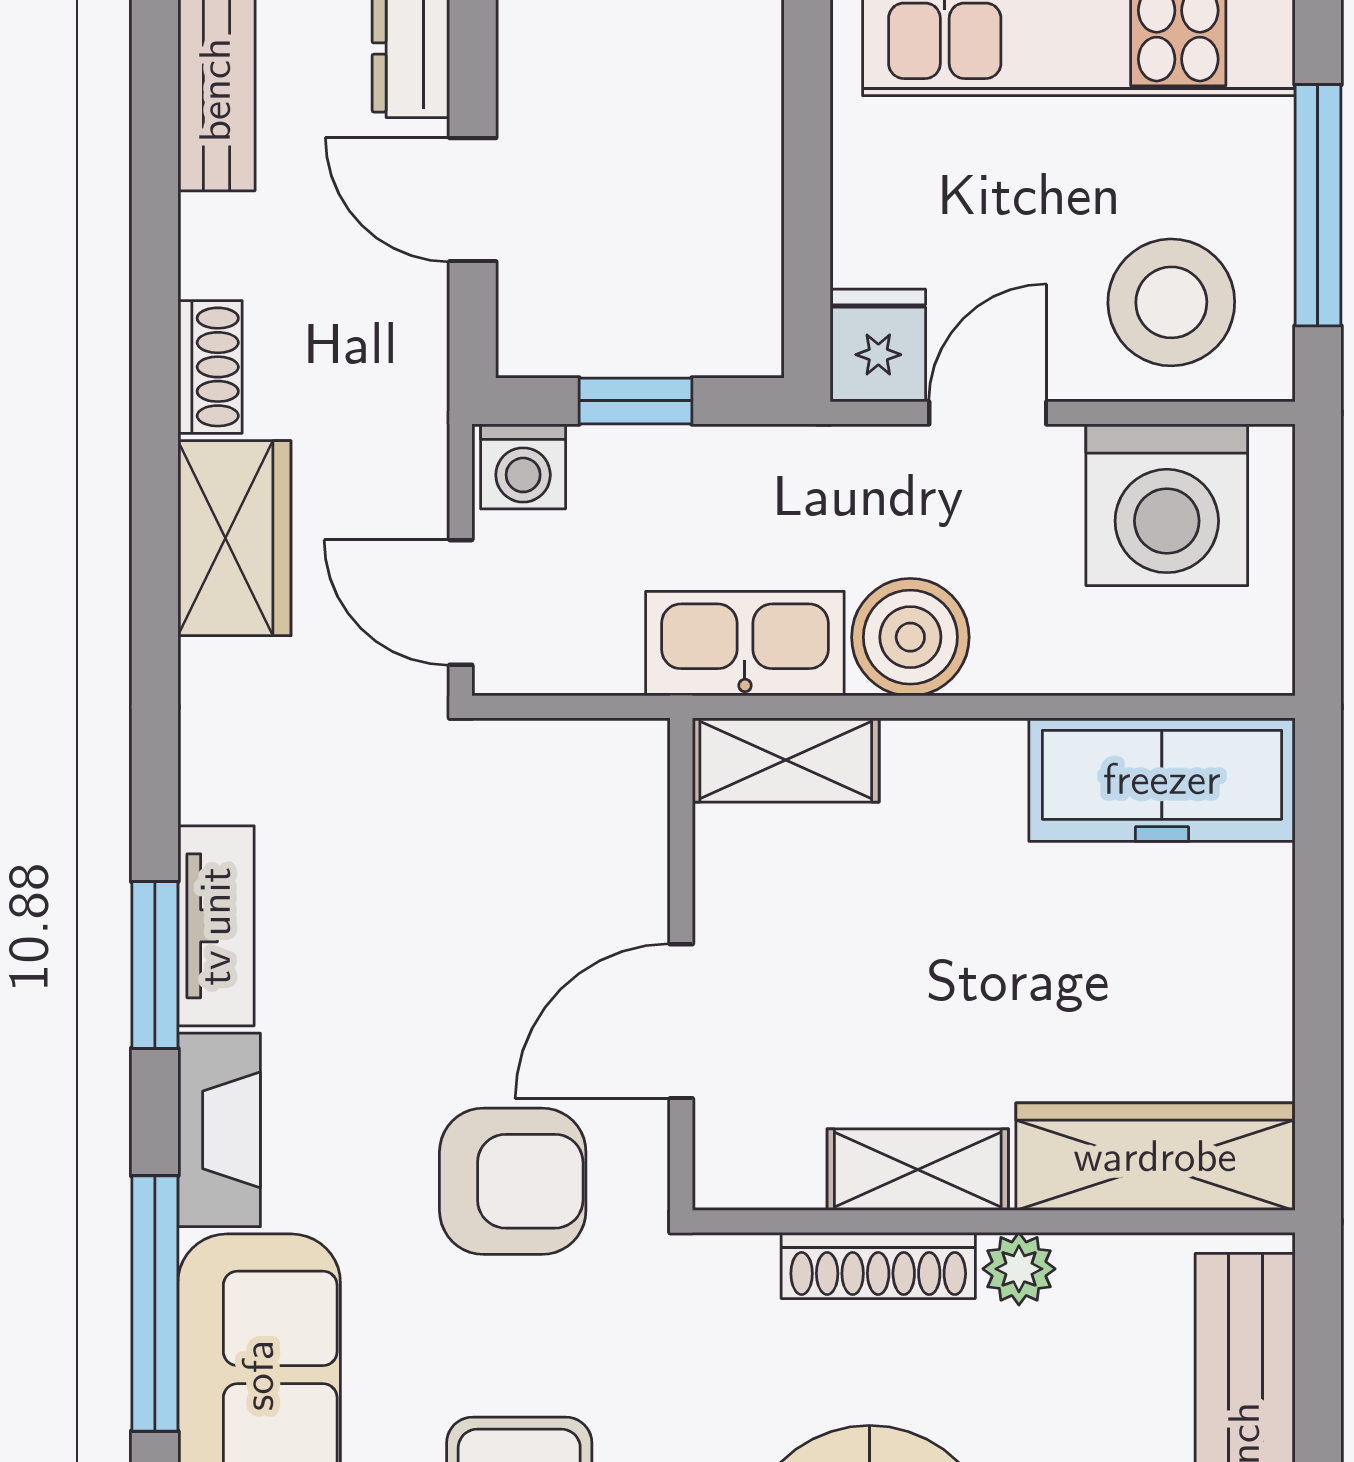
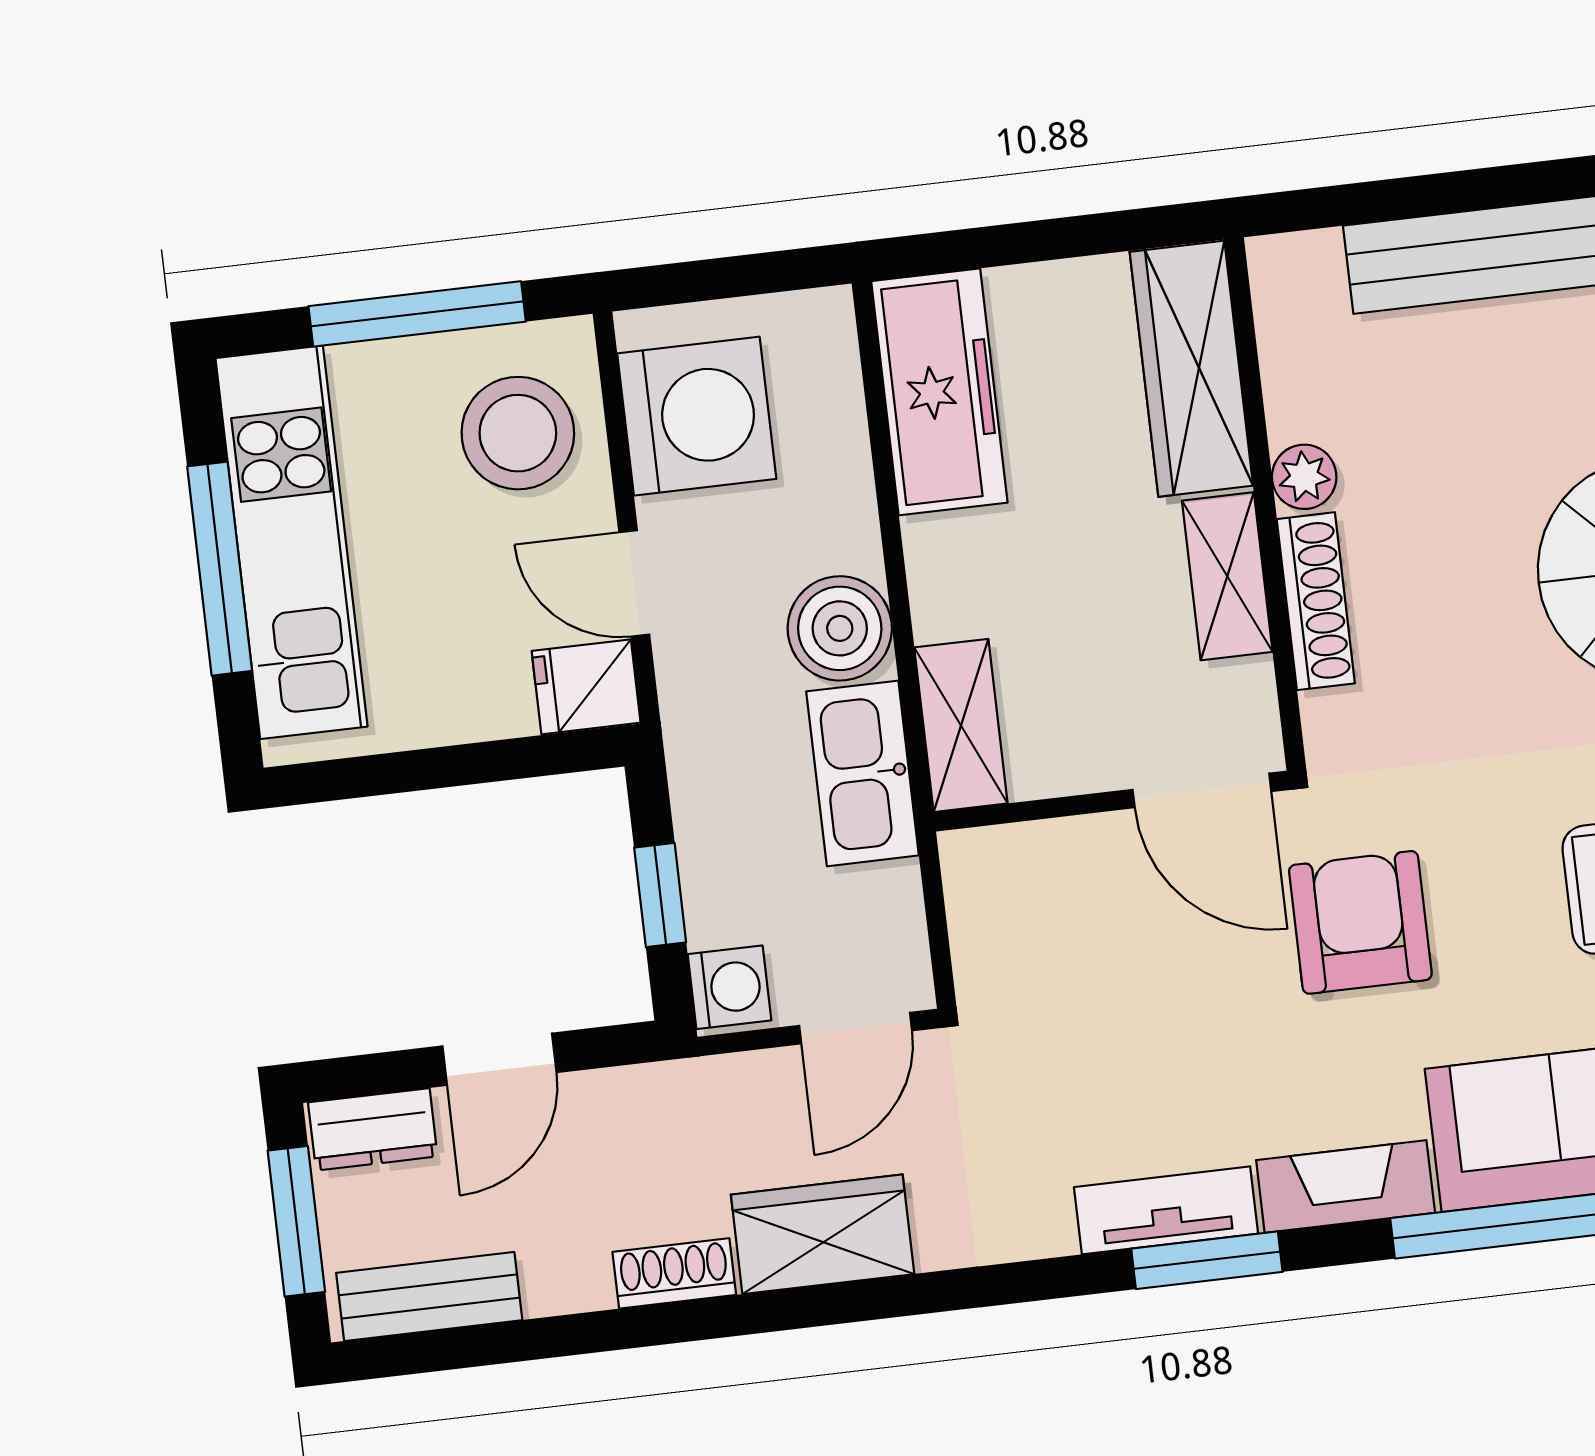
wardrobe: (1155, 1157) -> (1191, 369), moved
shelving: (918, 1170) -> (1227, 576), moved
wall: (994, 1221) -> (1265, 504), moved
shoe rack: (878, 1266) -> (1316, 601), moved
plant: (1019, 1269) -> (1304, 477), moved

